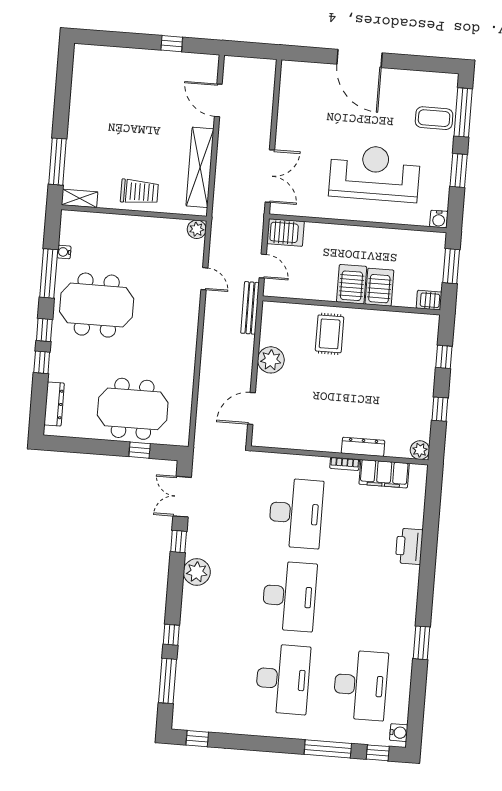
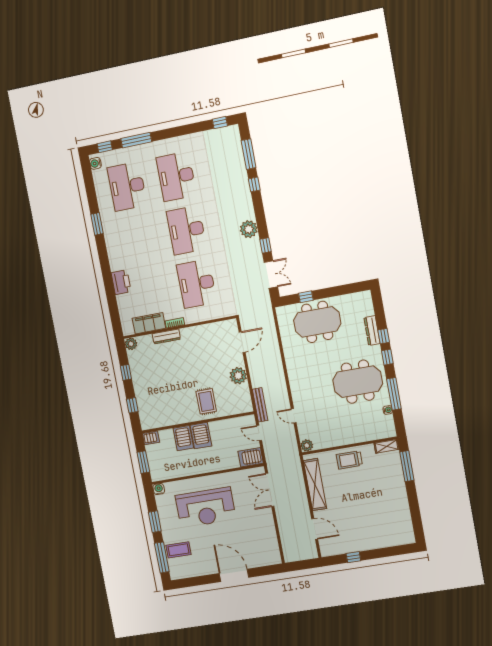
dresser: (54, 404) -> (372, 331), moved

